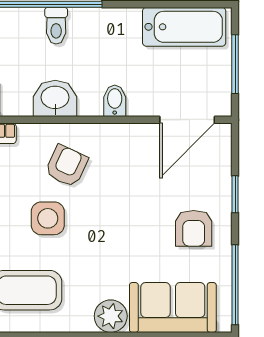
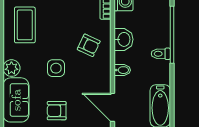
toilet: (56, 26) -> (161, 54), moved
side table: (48, 218) -> (56, 68), moved

